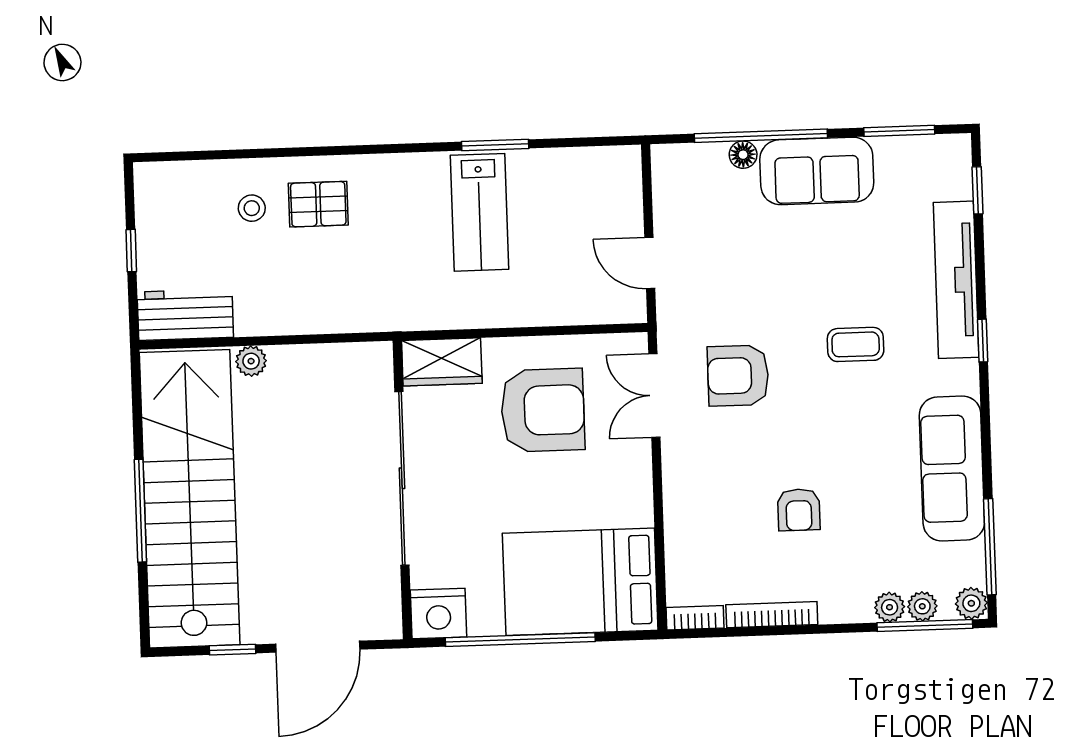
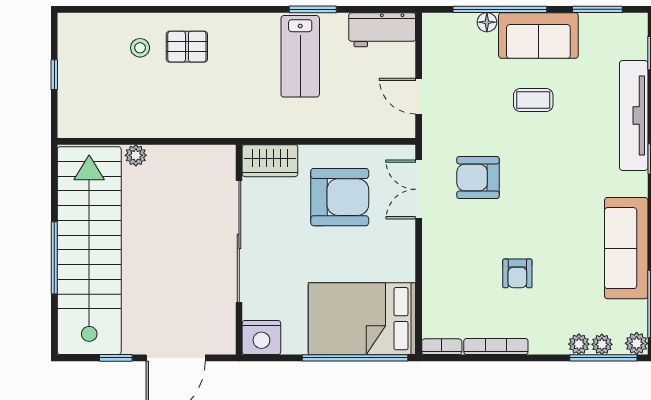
workbench: (185, 315) -> (382, 30), moved, turned 180
coffee table: (856, 344) -> (533, 100), moved
window: (520, 640) -> (355, 358), moved

